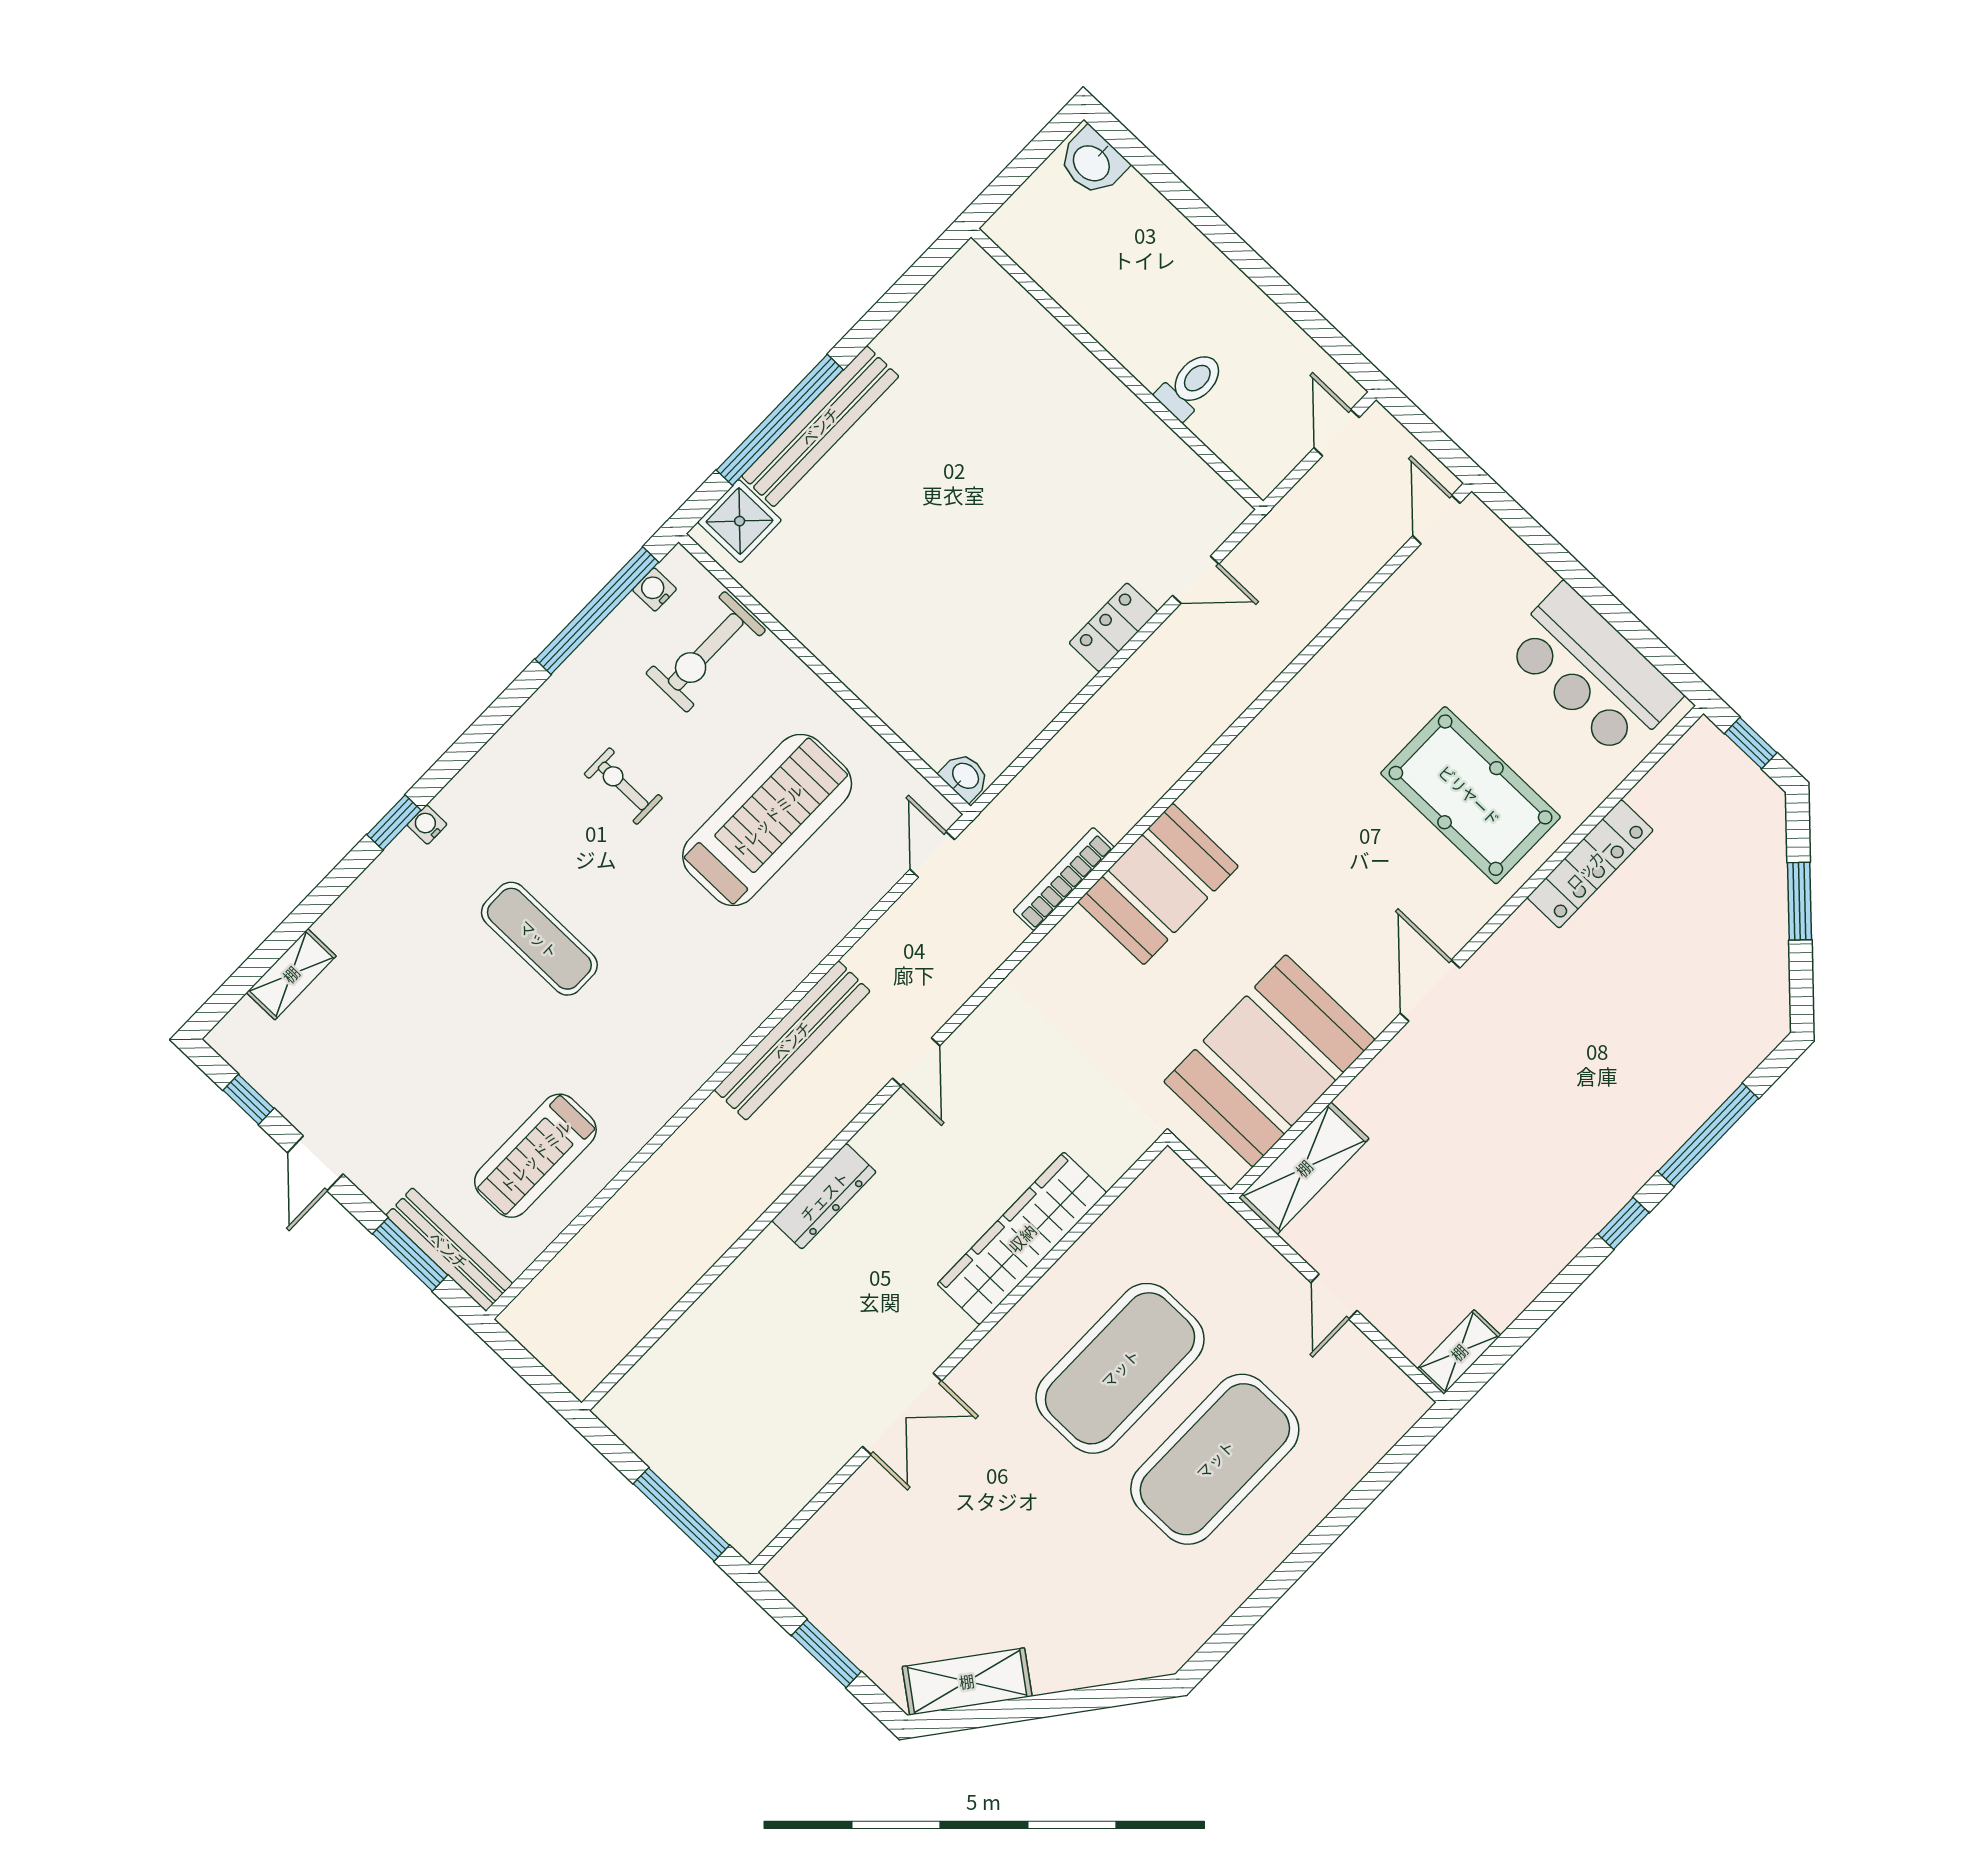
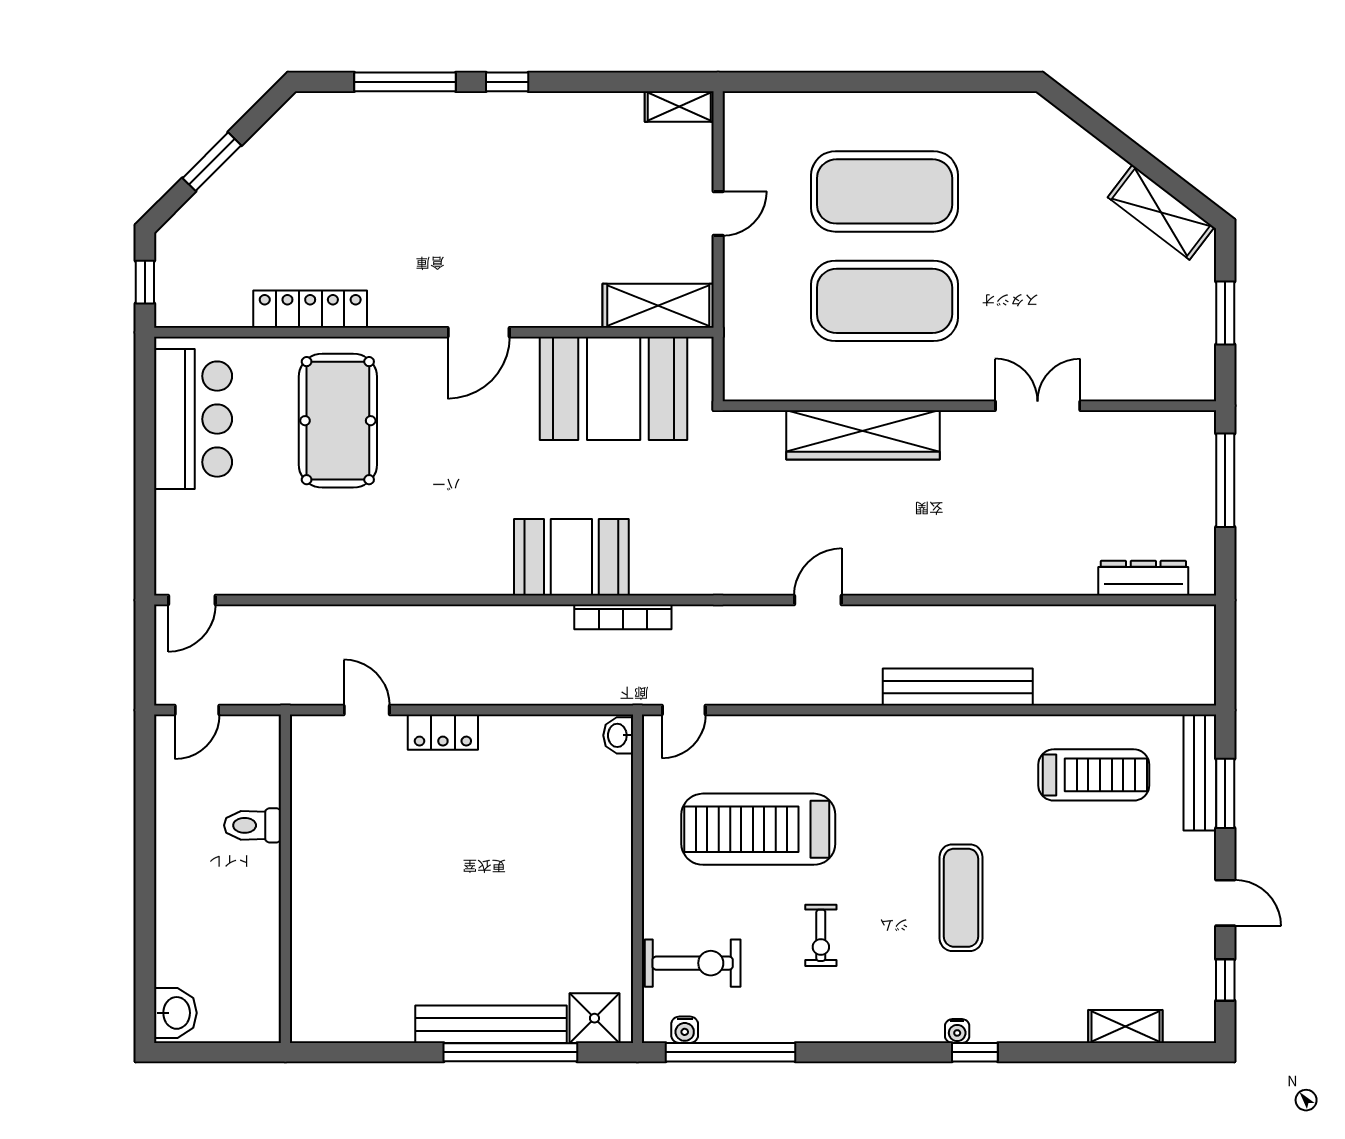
bench: (792, 1040) -> (958, 687), moved
door: (315, 1163) -> (1225, 903), hinge flipped
dresser: (824, 1196) -> (1143, 578), moved

